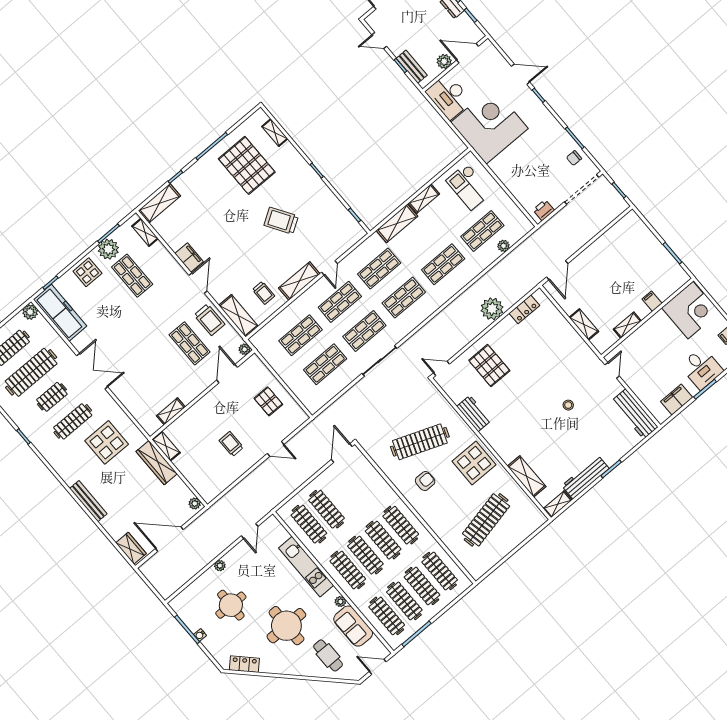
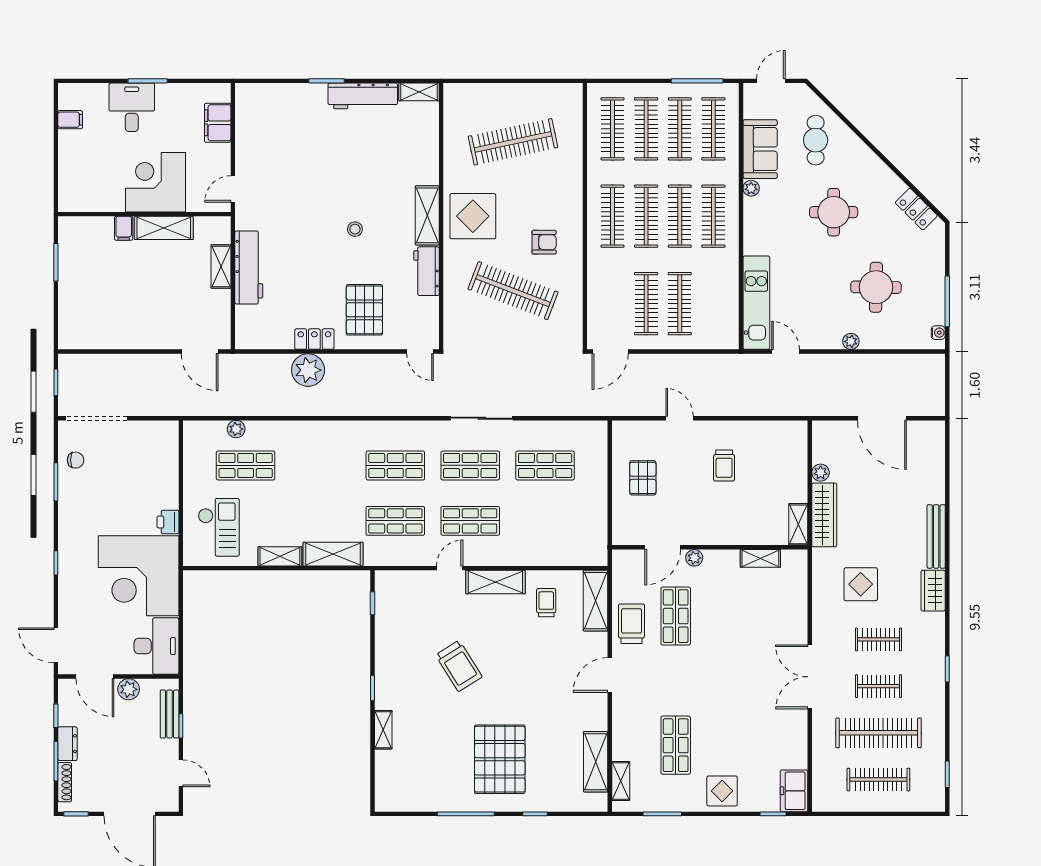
door: (521, 74) -> (56, 645), moved
shelving: (275, 133) -> (383, 730), moved
pallet: (247, 165) -> (500, 759), moved
shelving: (159, 203) -> (596, 762), moved, turned 90
printer: (544, 210) -> (168, 522), moved, turned 90
plant: (108, 249) -> (677, 797), removed
filing cabinet: (189, 258) -> (596, 712), removed
shop shelf: (443, 264) -> (320, 465), removed
door: (557, 270) -> (200, 352), swing flipped
locker: (524, 309) -> (314, 339), moved
corner desk: (690, 310) -> (155, 182), moved
plant: (30, 312) -> (823, 801), removed
freezer: (60, 313) -> (794, 791), width x0.52, depth x0.79
shelving: (627, 325) -> (164, 228), width x1.50, depth x1.33
shop shelf: (301, 335) -> (545, 521), removed
plant: (245, 349) -> (694, 558), moved
filing cabinet: (677, 400) -> (218, 123), moved, turned 90
stool: (568, 405) -> (355, 229), moved
workbench: (635, 414) -> (249, 267), moved
clothes rail: (73, 421) -> (878, 639), width x0.73
display table: (107, 442) -> (861, 584), width x0.73, depth x0.73
shelving: (527, 476) -> (427, 215), moved
armchair: (425, 481) -> (544, 242), turned 180
plant: (195, 504) -> (821, 473), moved
clothes rail: (309, 524) -> (646, 304), moved
door: (250, 531) -> (786, 352), hinge flipped
wardrobe: (131, 548) -> (933, 591), moved
kitchen unit: (306, 567) -> (756, 303), moved
round table: (286, 626) -> (834, 212), width x0.73, depth x0.73
water cooler: (200, 635) -> (938, 333), moved
door: (378, 667) -> (771, 81), swing flipped

